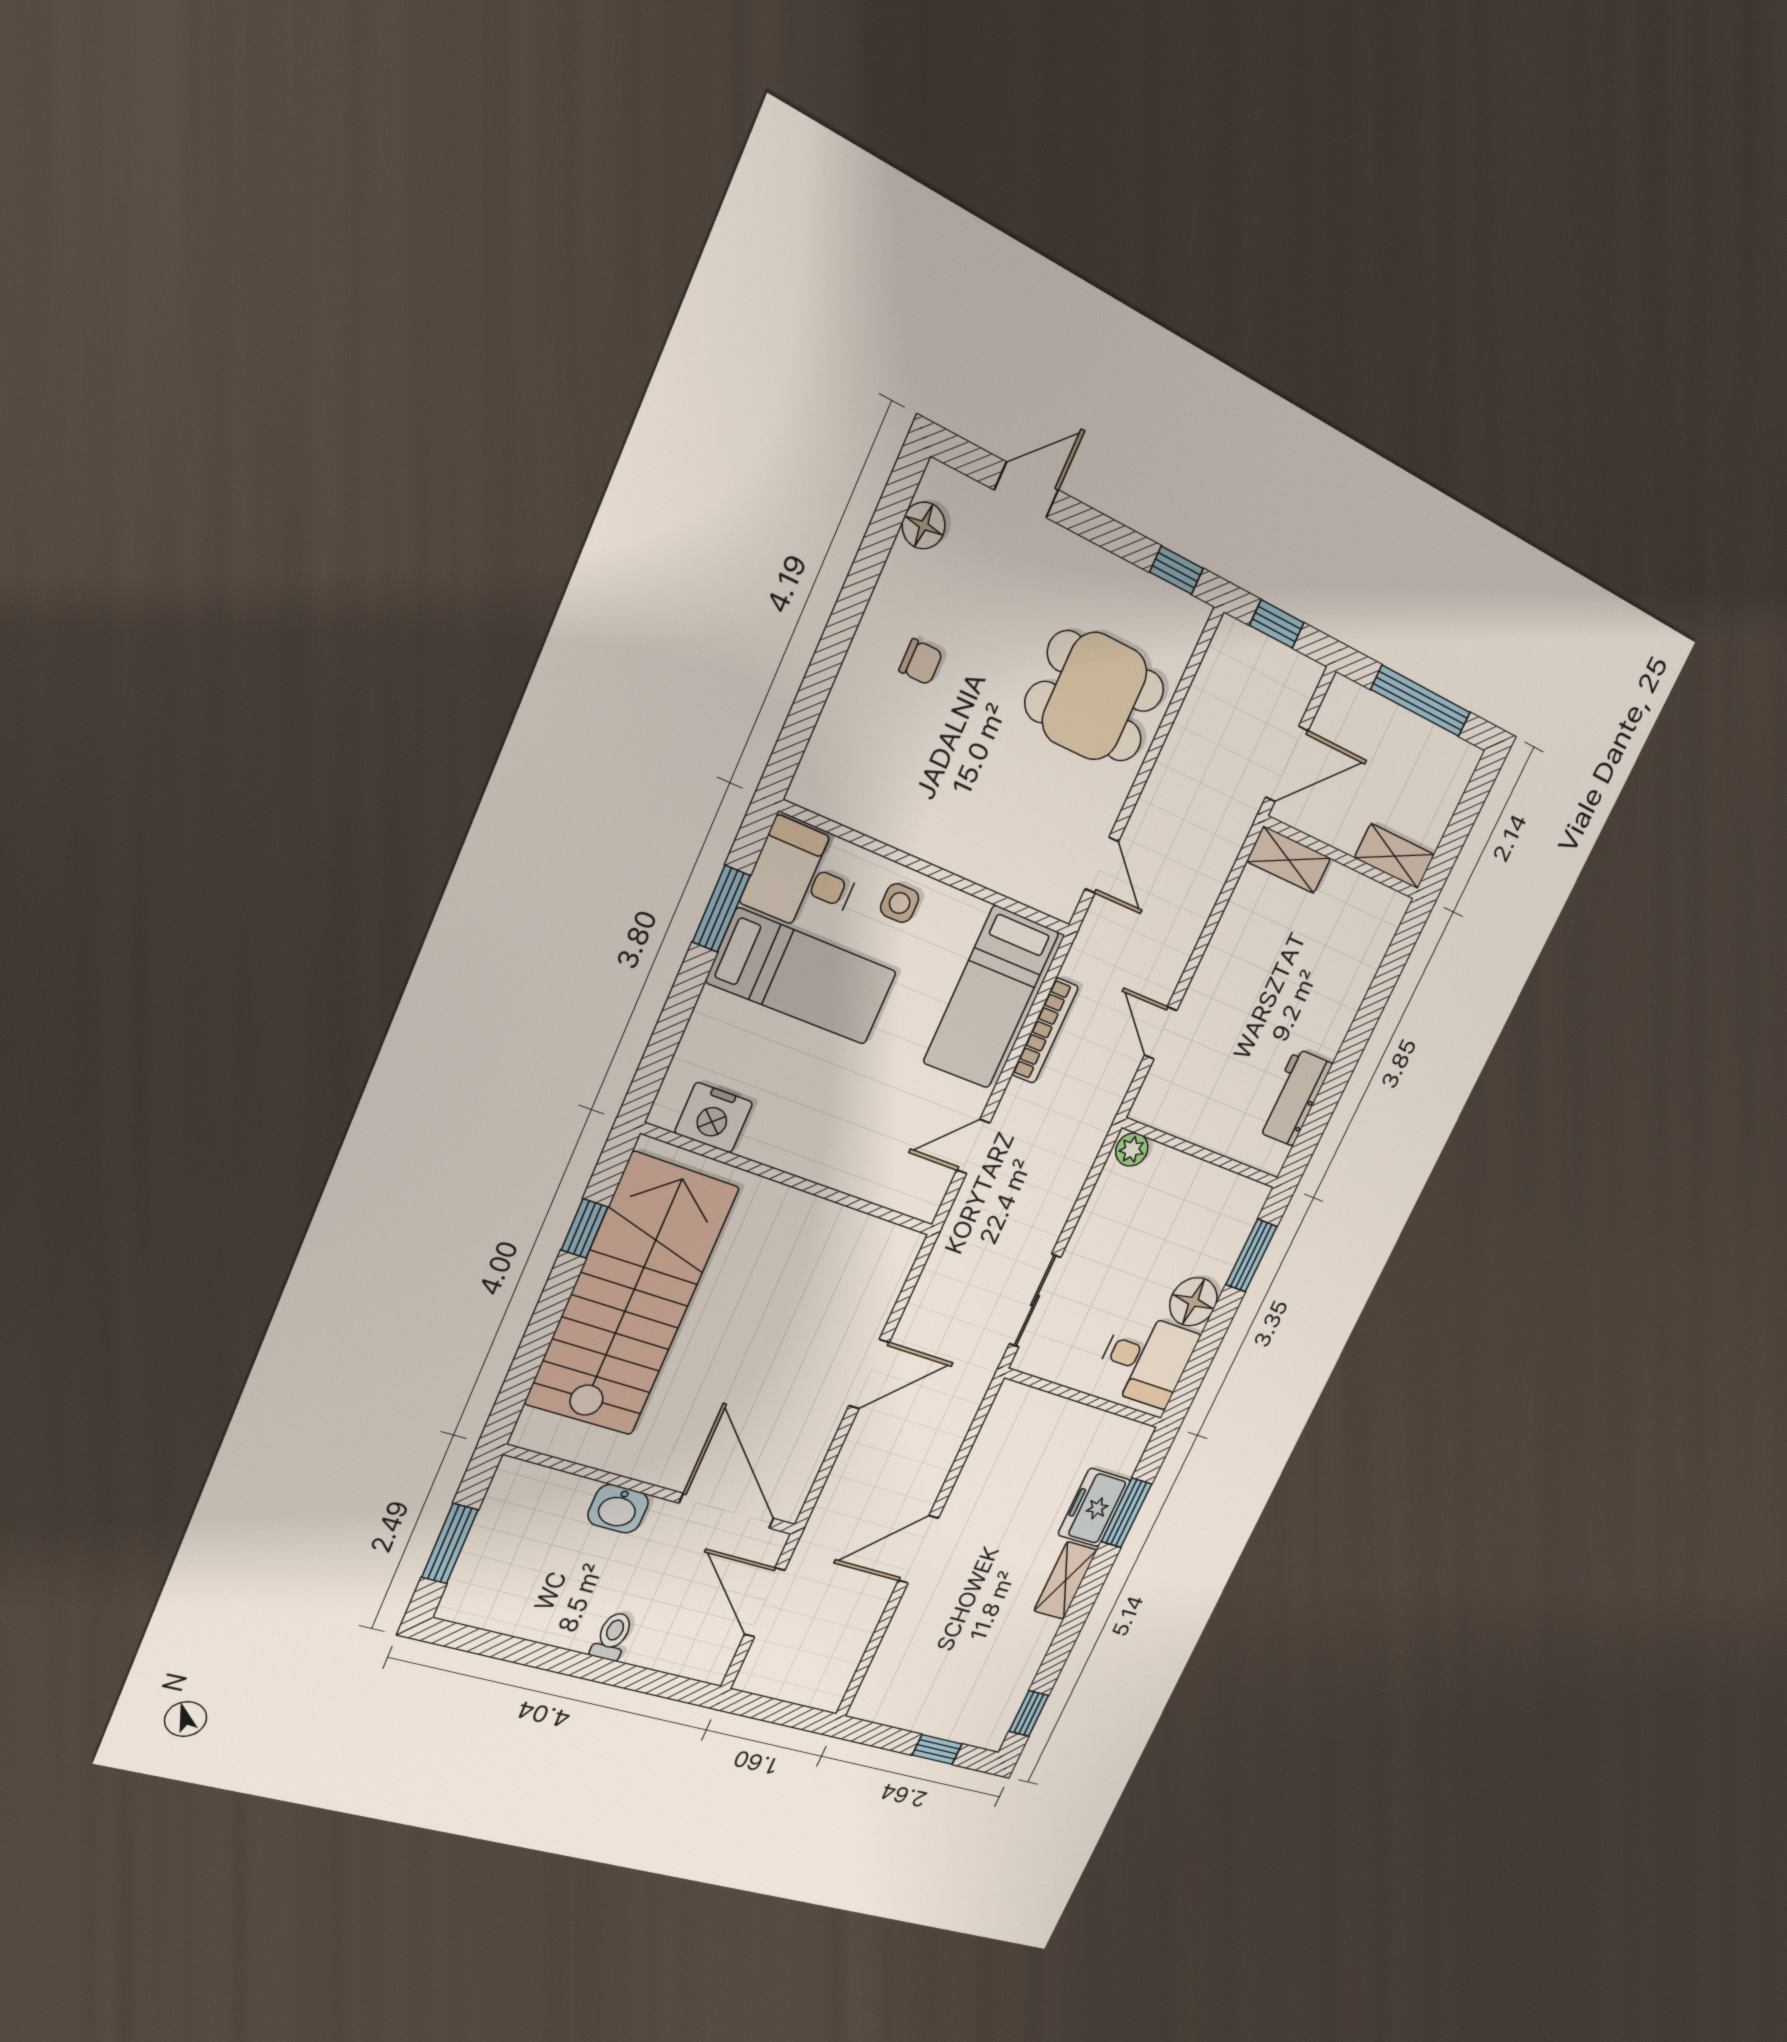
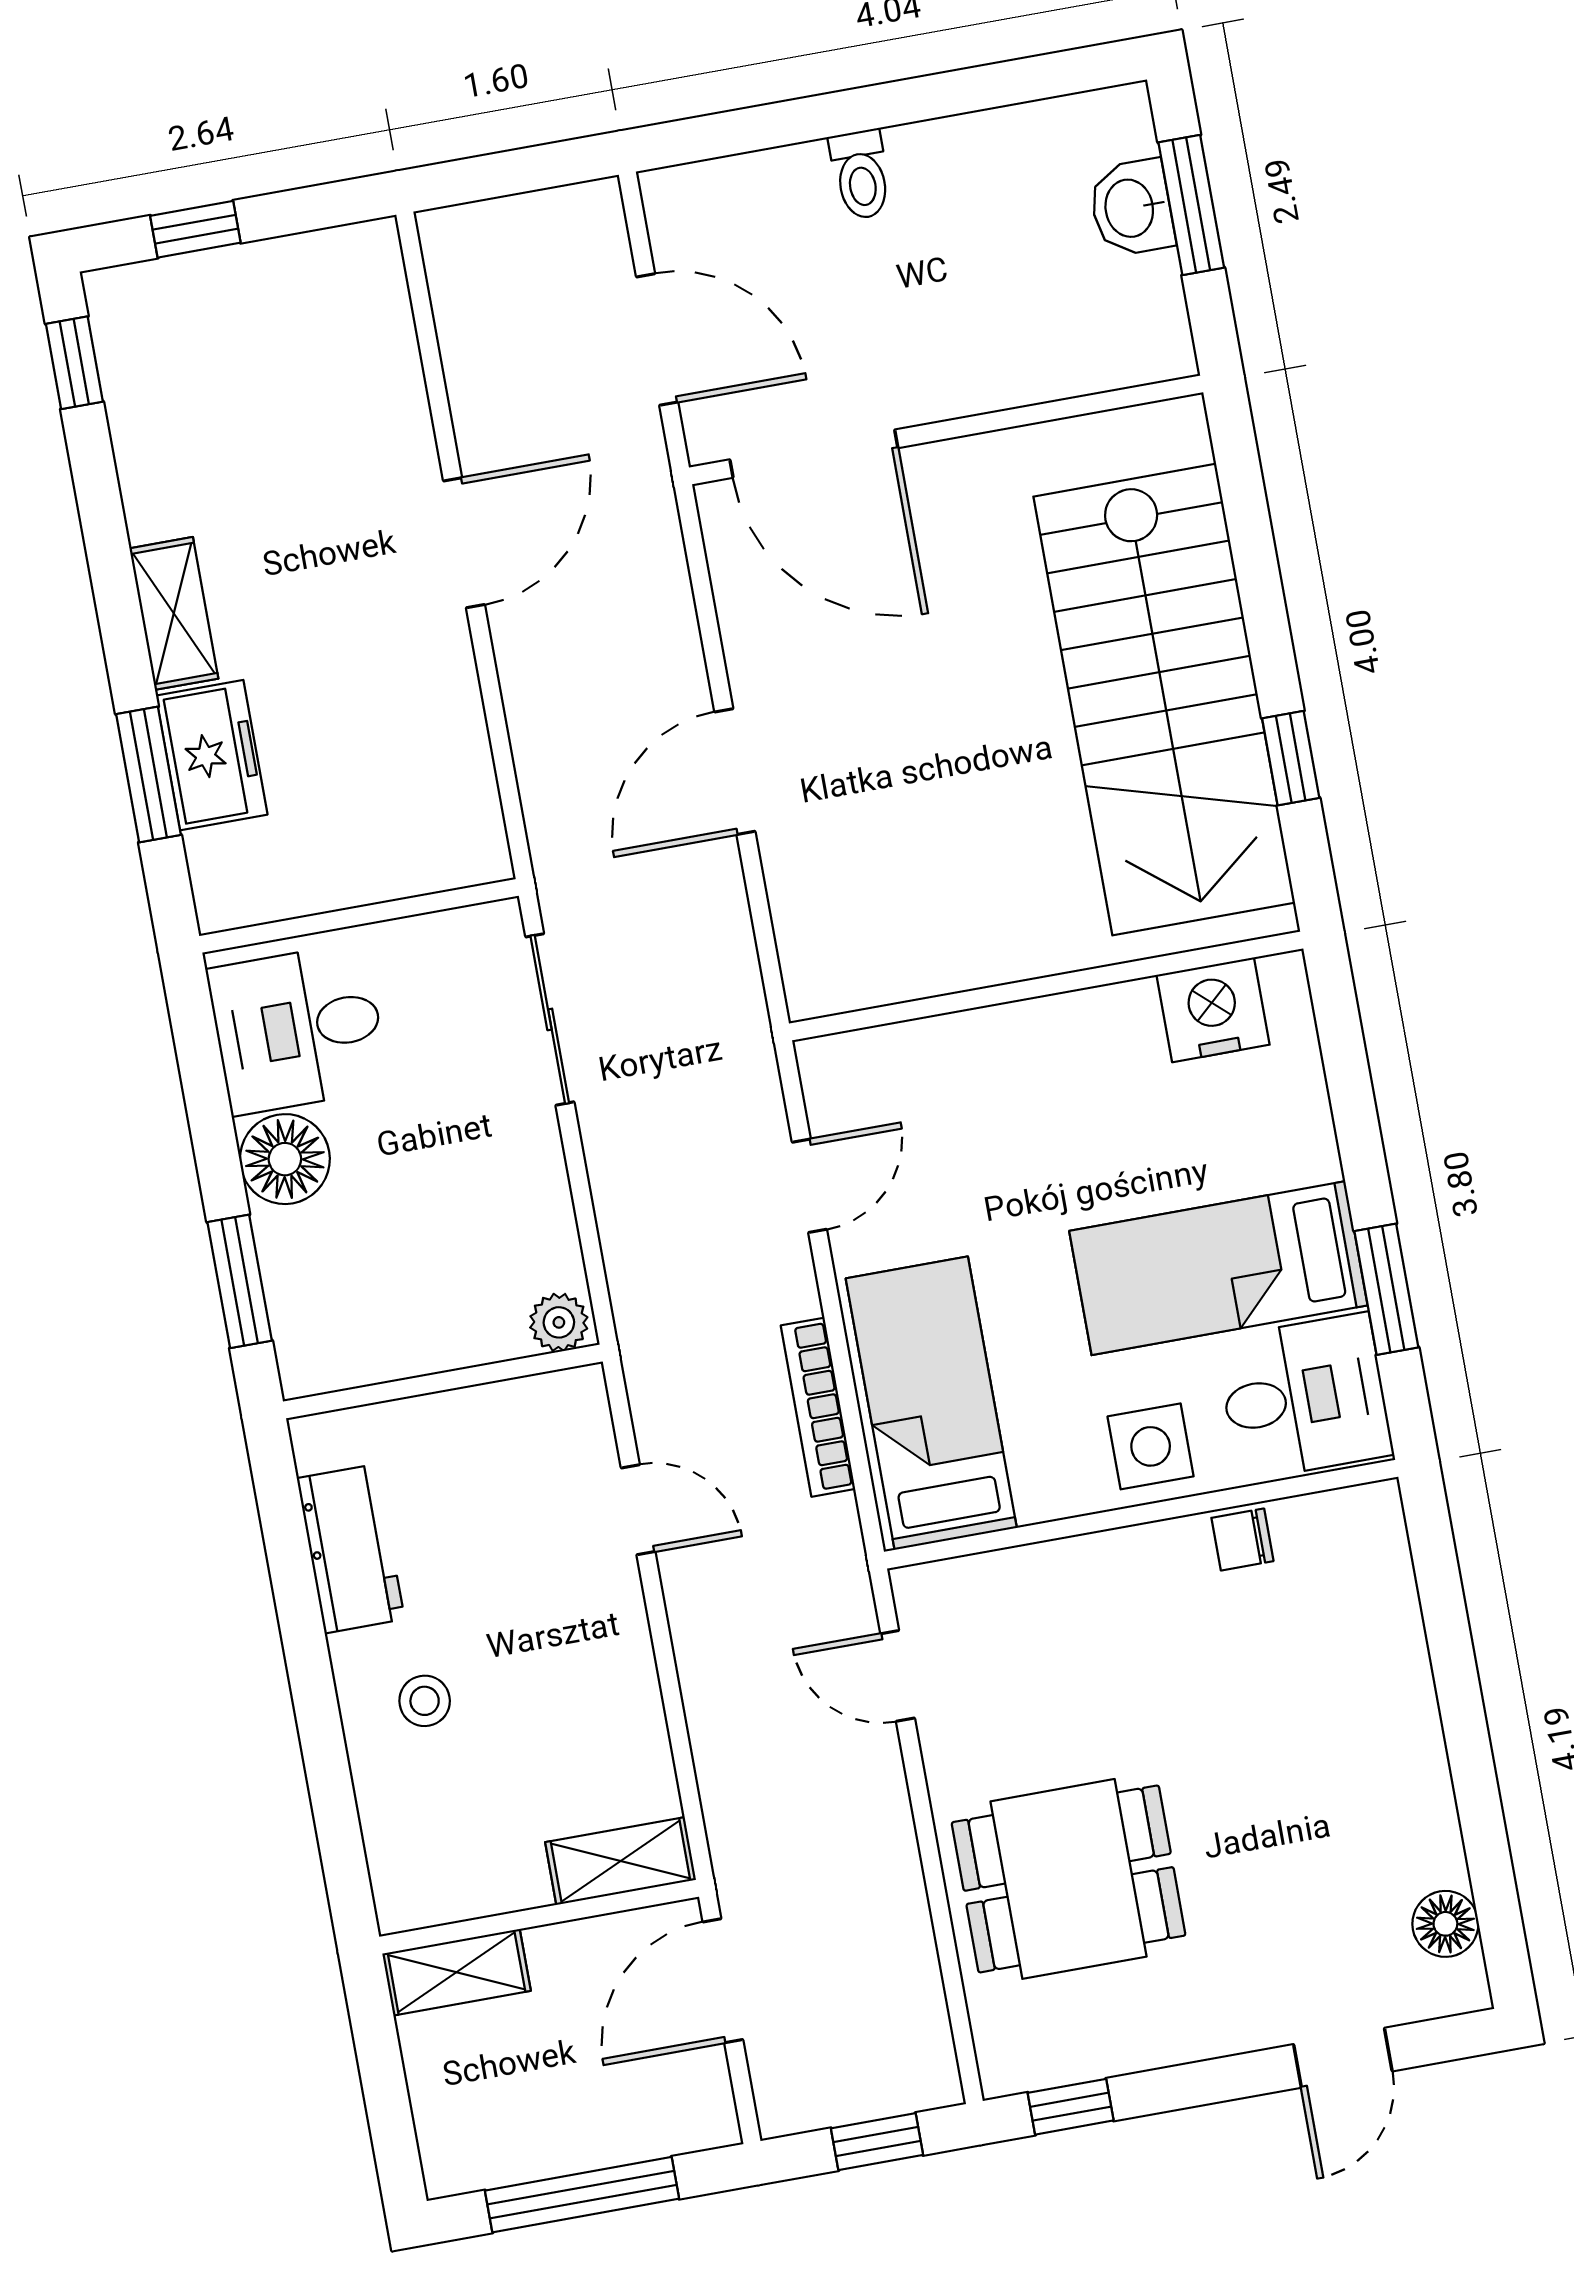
chair: (921, 662) -> (1242, 1539), moved
side table: (900, 903) -> (1151, 1446), width x1.37, depth x1.37
stool: (1315, 1001) -> (425, 1701), added
washbasin: (618, 1509) -> (1131, 208), moved, turned -90

